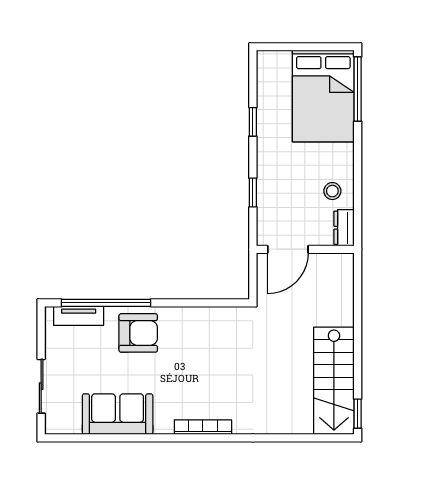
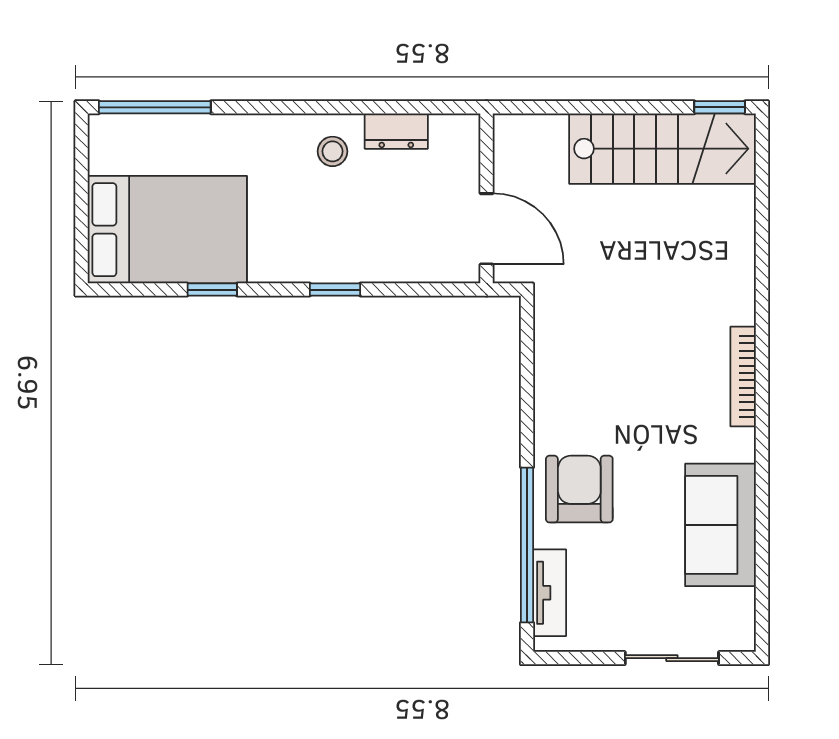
bed: (323, 96) -> (167, 230), moved
door: (288, 249) -> (487, 229), moved
wall: (305, 249) -> (487, 198), moved

